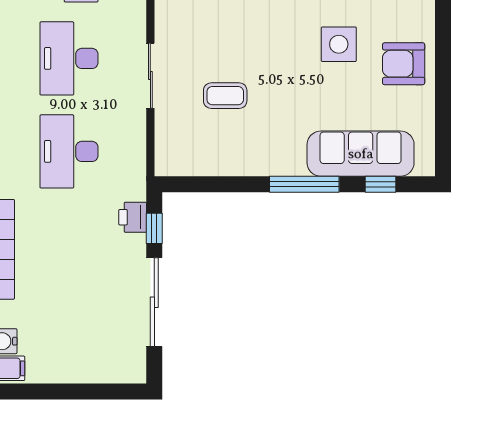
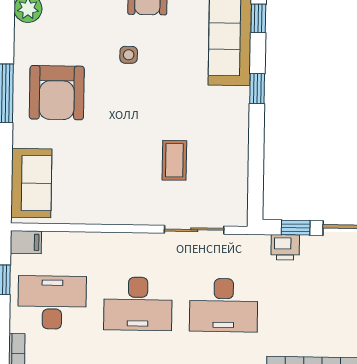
side table: (339, 44) -> (129, 55), width x0.54, depth x0.54
sliding door: (150, 76) -> (194, 230), moved
window: (304, 184) -> (257, 89), width x0.46

